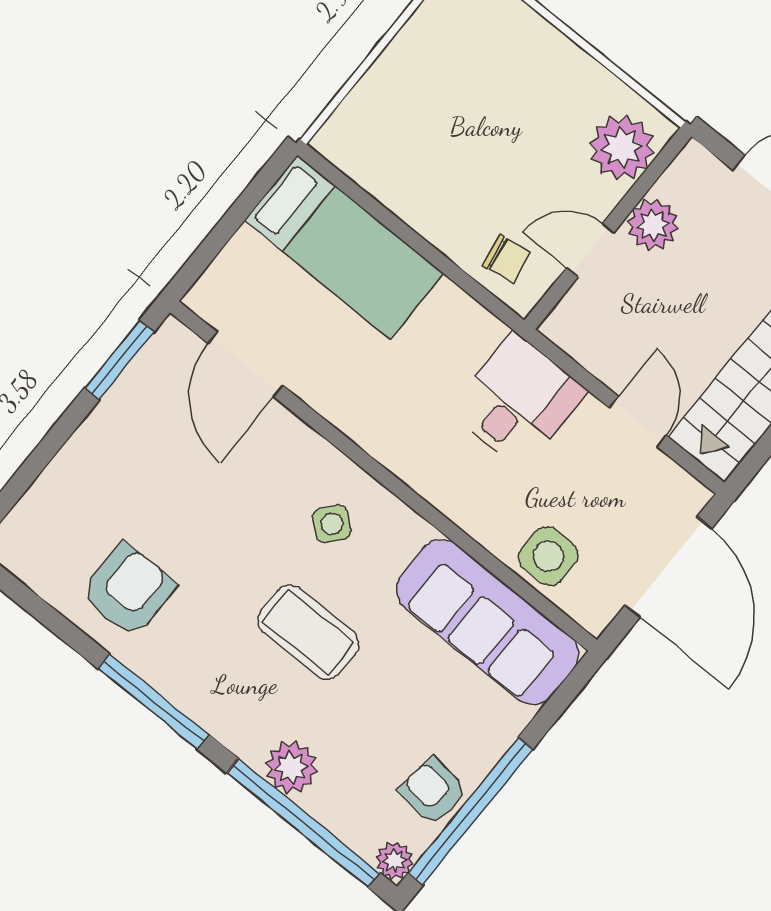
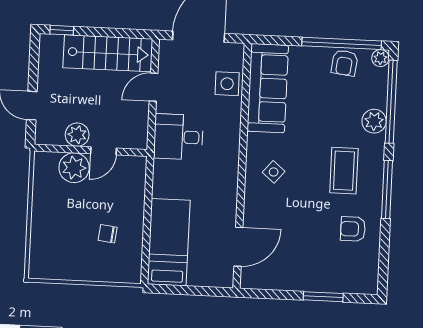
plant: (622, 148) -> (74, 168), moved
door: (590, 250) -> (103, 151), hinge flipped
chair: (507, 259) -> (108, 234), moved, turned -74
window: (119, 360) -> (323, 297), moved
armchair: (128, 590) -> (353, 229), width x0.72, depth x0.72
coffee table: (308, 632) -> (344, 171), moved

